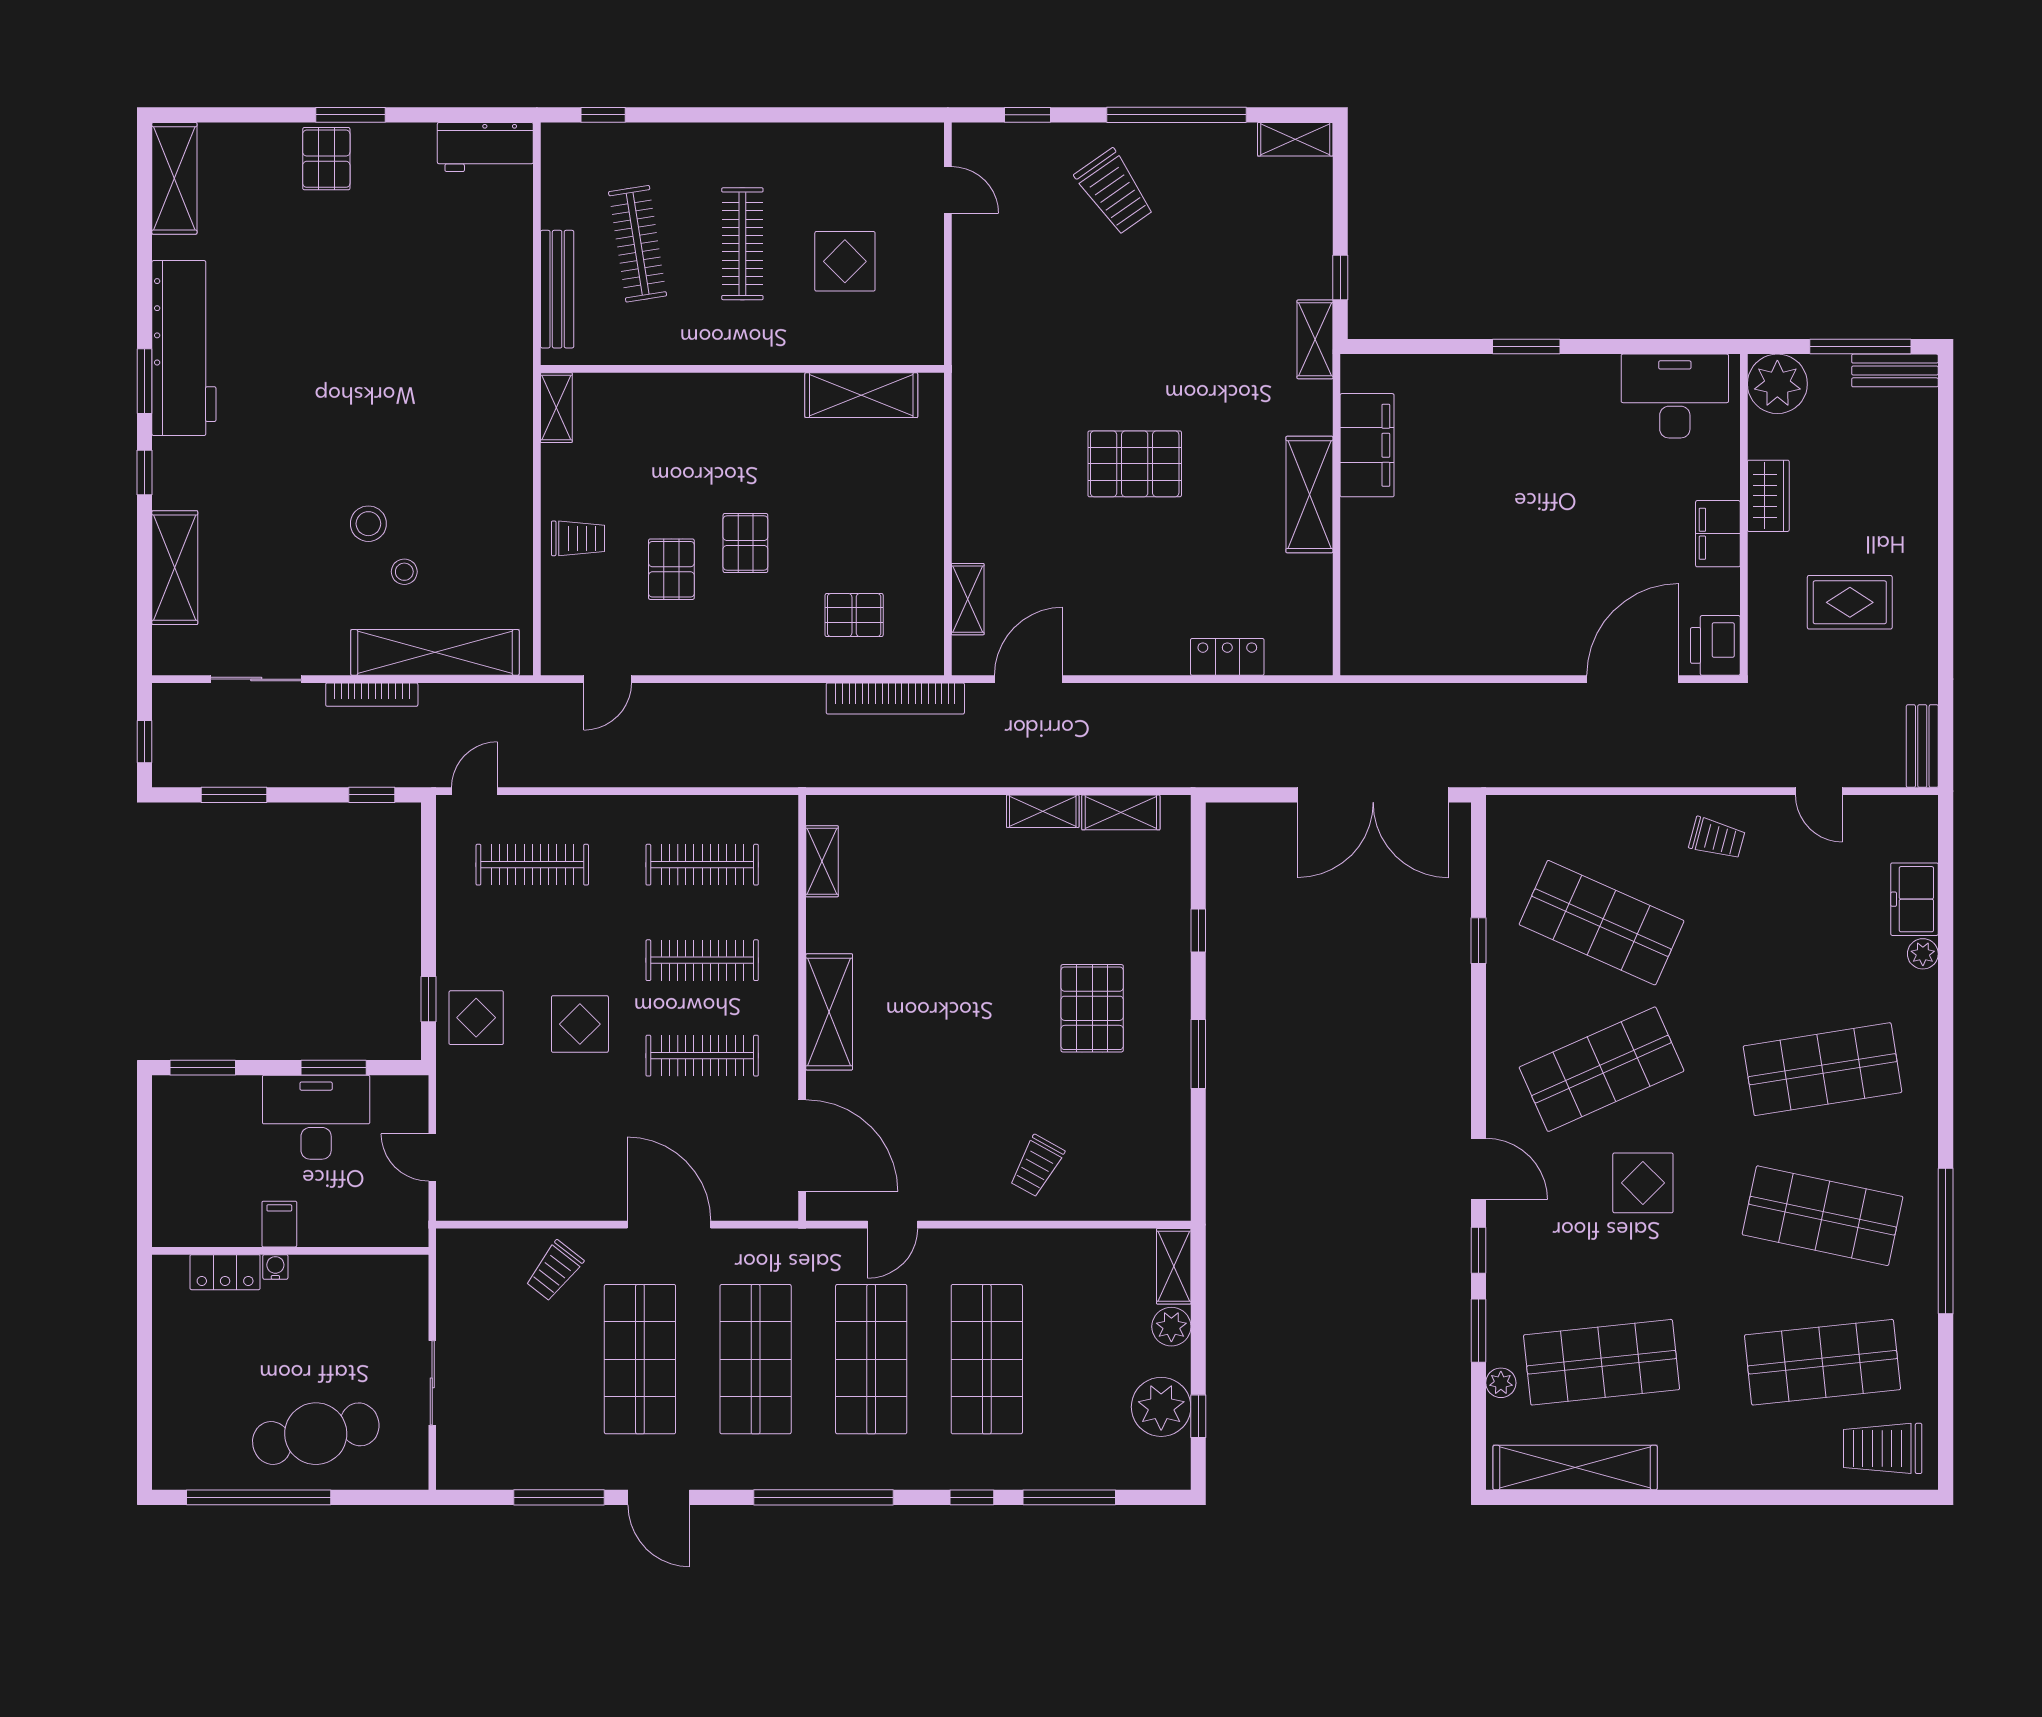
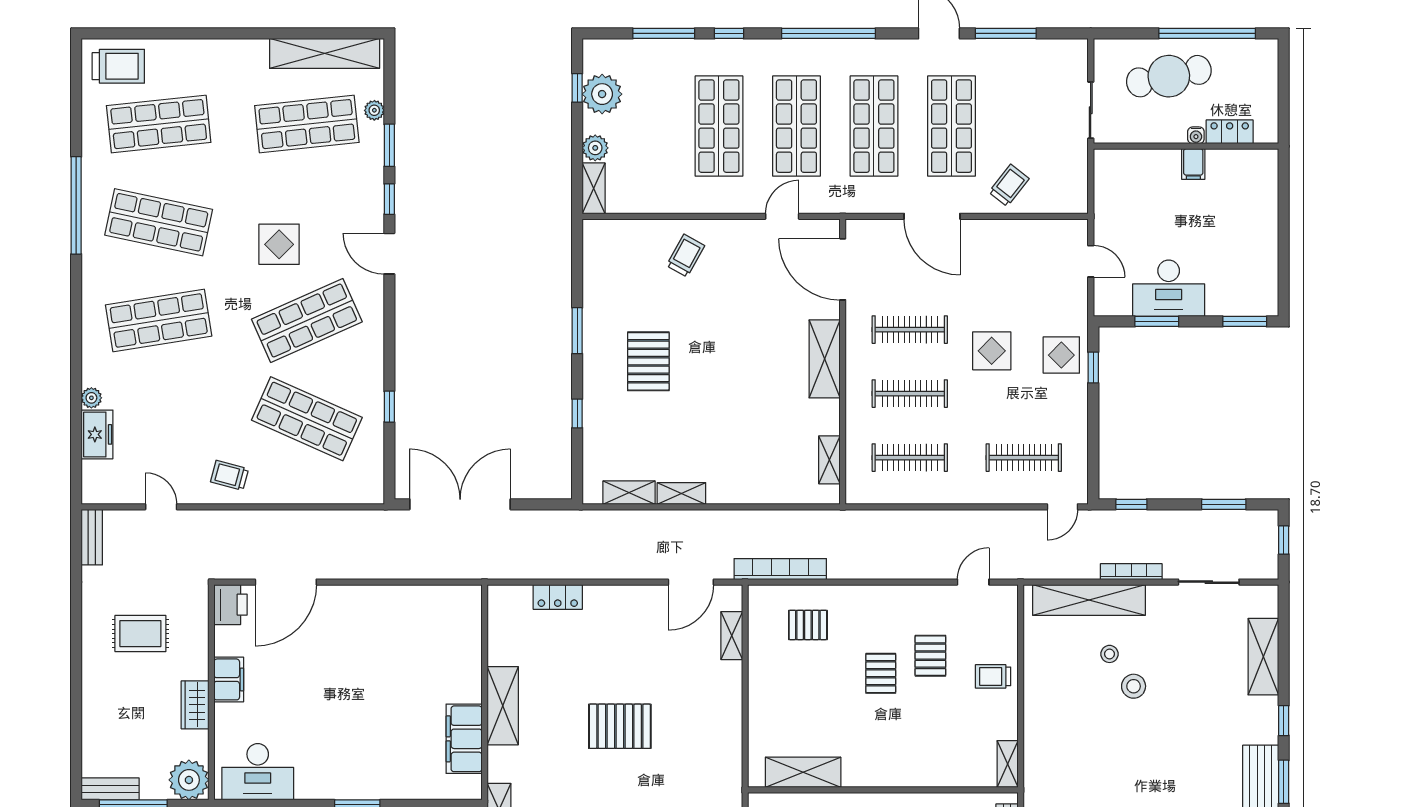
filing cabinet: (279, 1224) -> (1193, 164), moved
wall: (290, 1251) -> (1186, 146), moved
water cooler: (275, 1267) -> (1196, 135), moved
locker: (225, 1272) -> (1230, 132), moved

